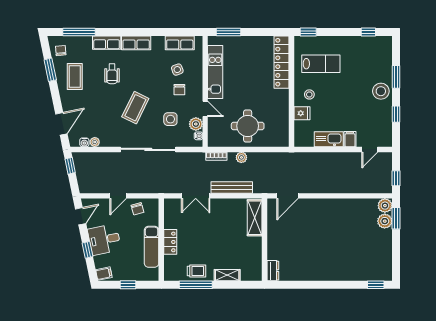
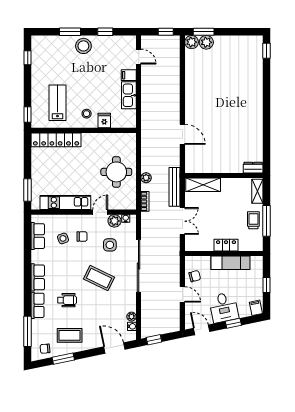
shelving: (255, 218) -> (203, 185), moved
wall: (264, 240) -> (224, 176), moved
dresser: (273, 271) -> (253, 168), moved

